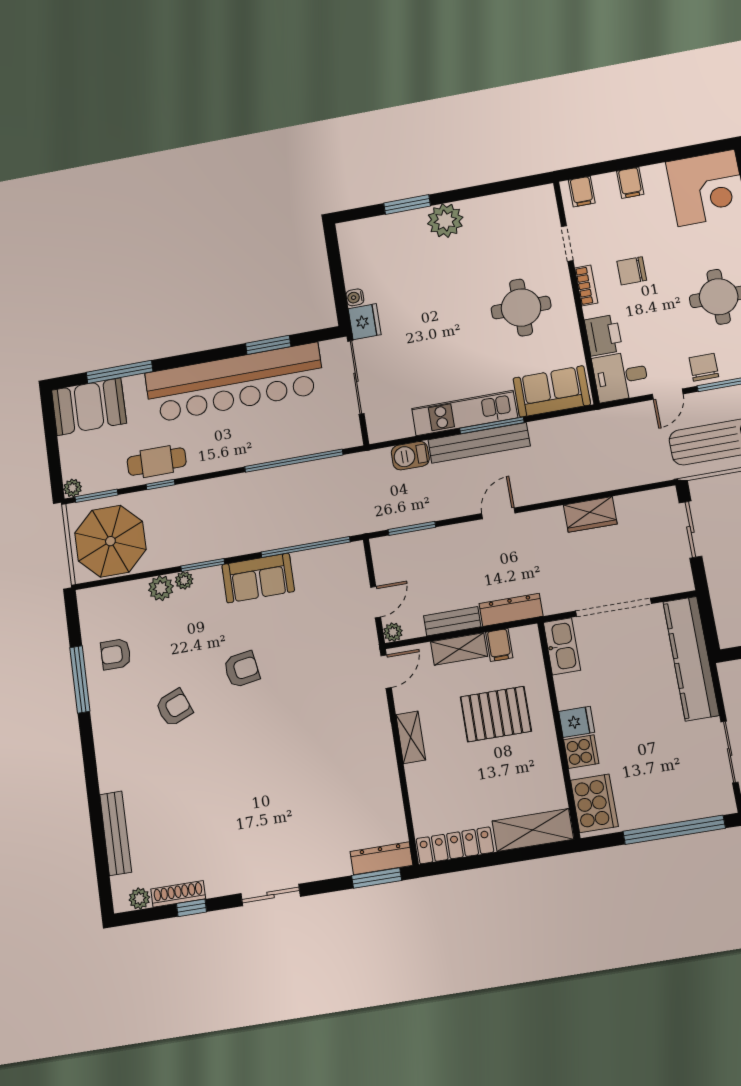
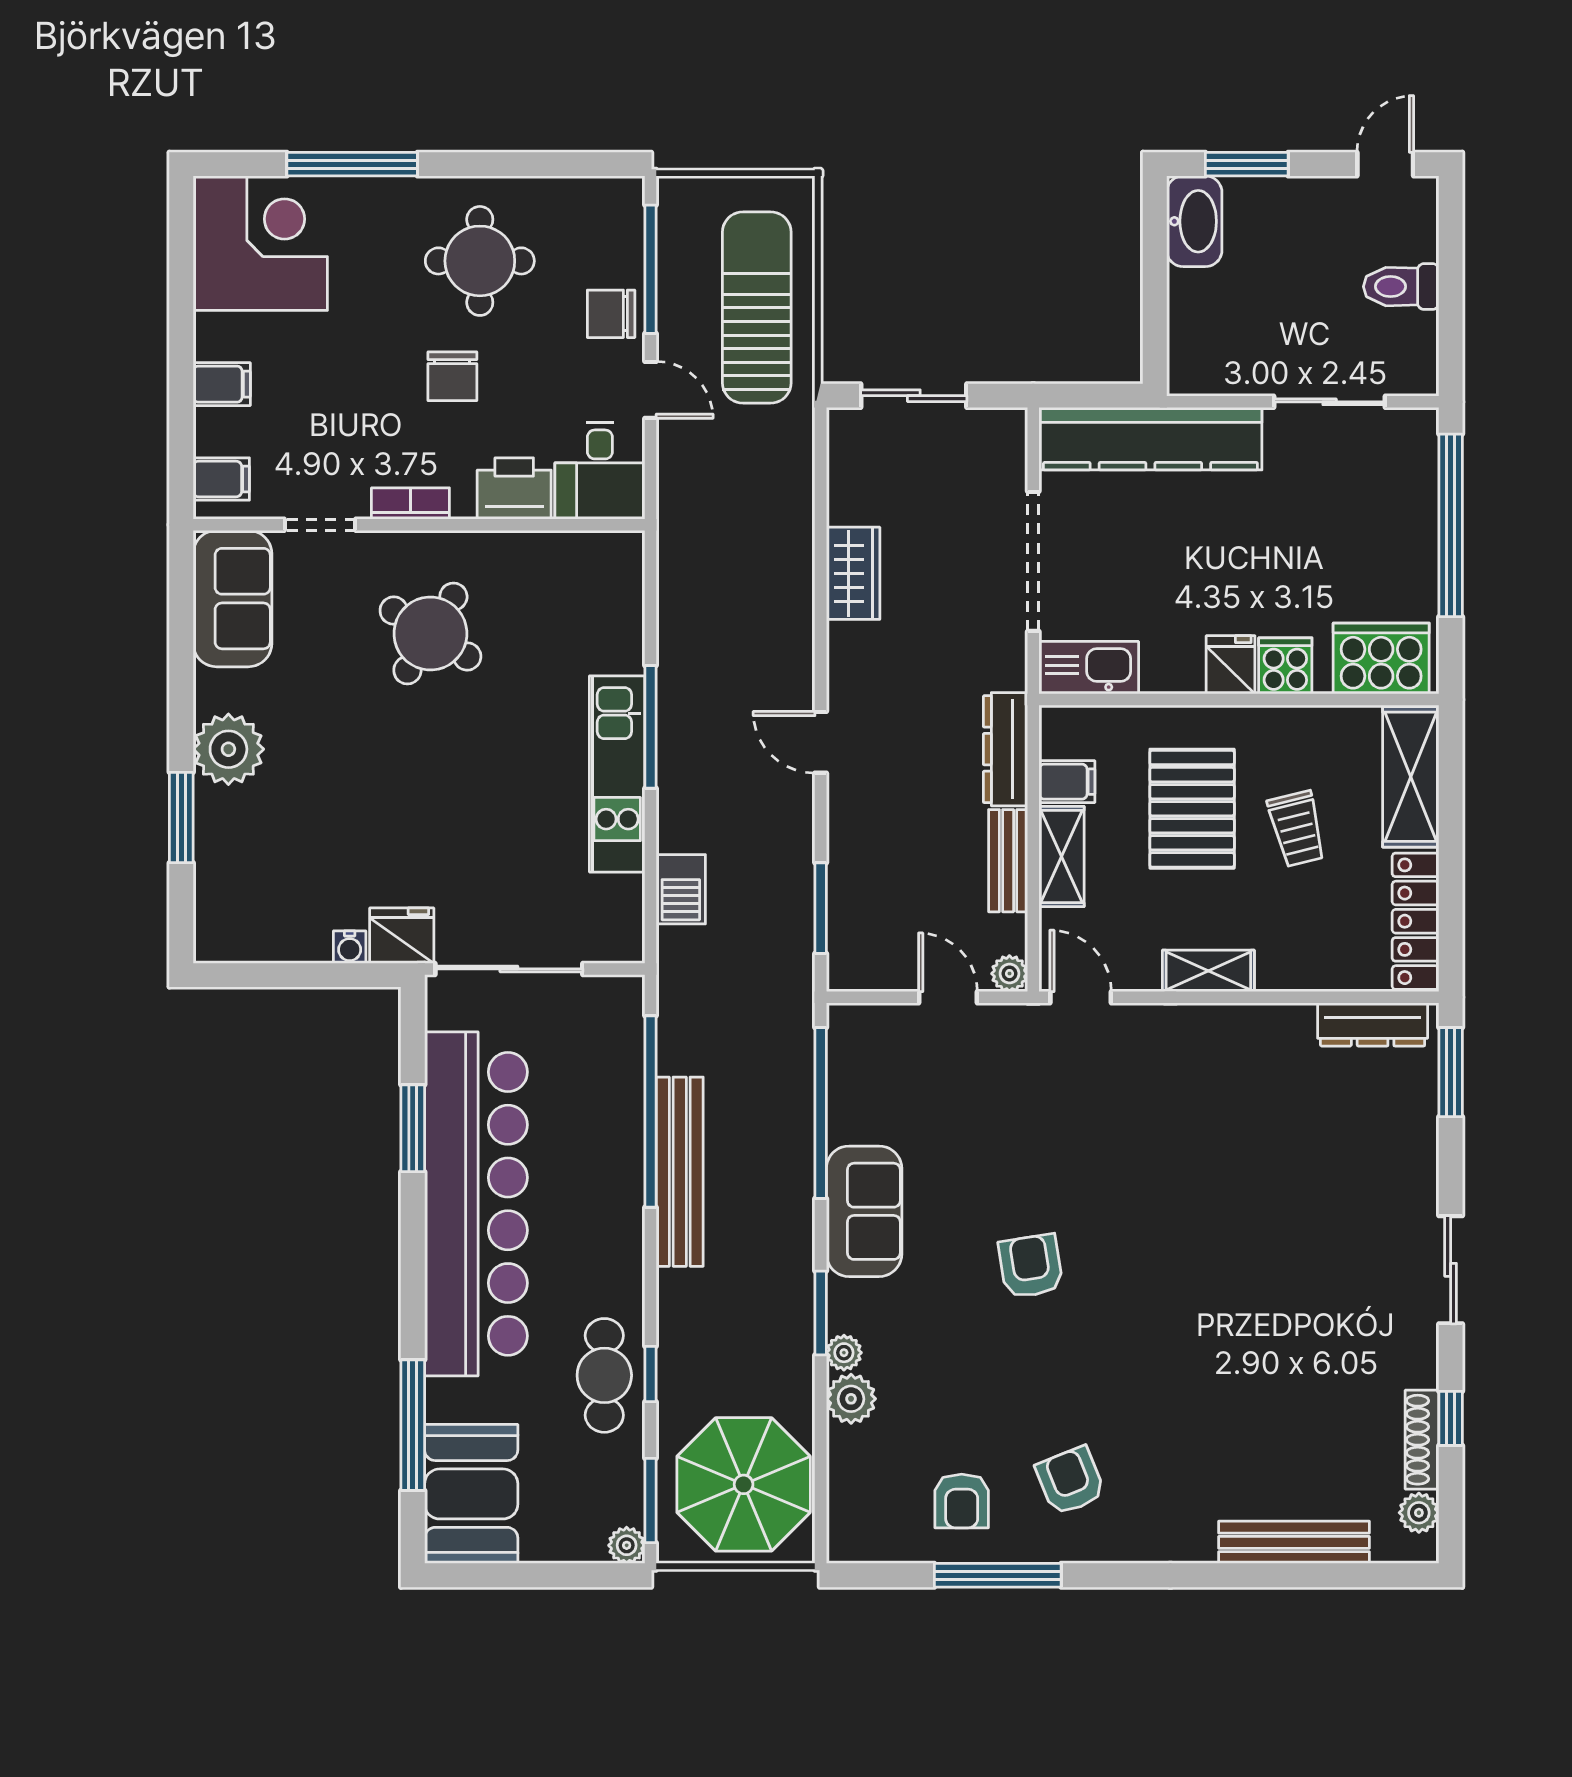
chair: (632, 271) -> (452, 376), moved
round table: (521, 308) -> (430, 633), turned 32
sofa: (552, 391) -> (232, 599), moved, turned 180
bench: (479, 443) -> (680, 1172), moved
armchair: (174, 708) -> (1070, 1481), moved
trolley: (494, 772) -> (1297, 829), added
dresser: (381, 858) -> (1373, 1024), moved, turned -90

